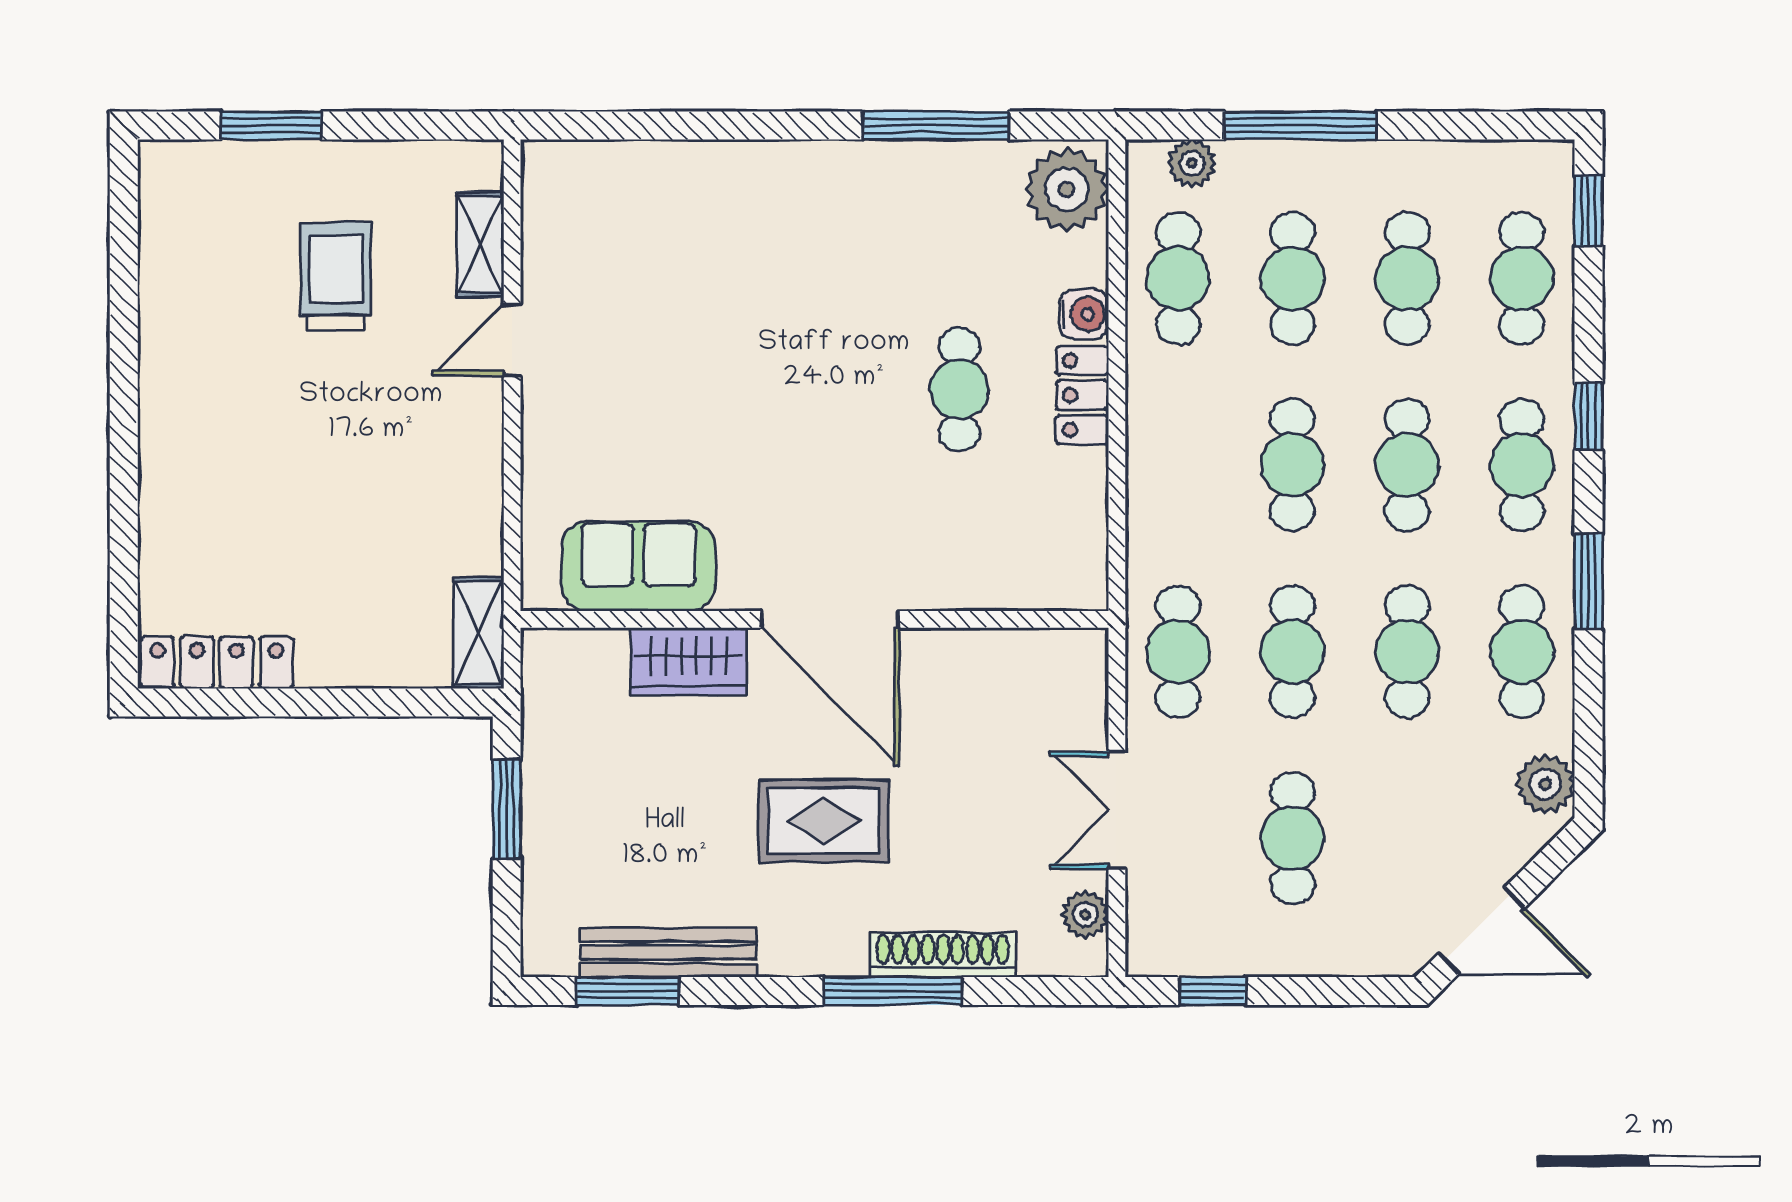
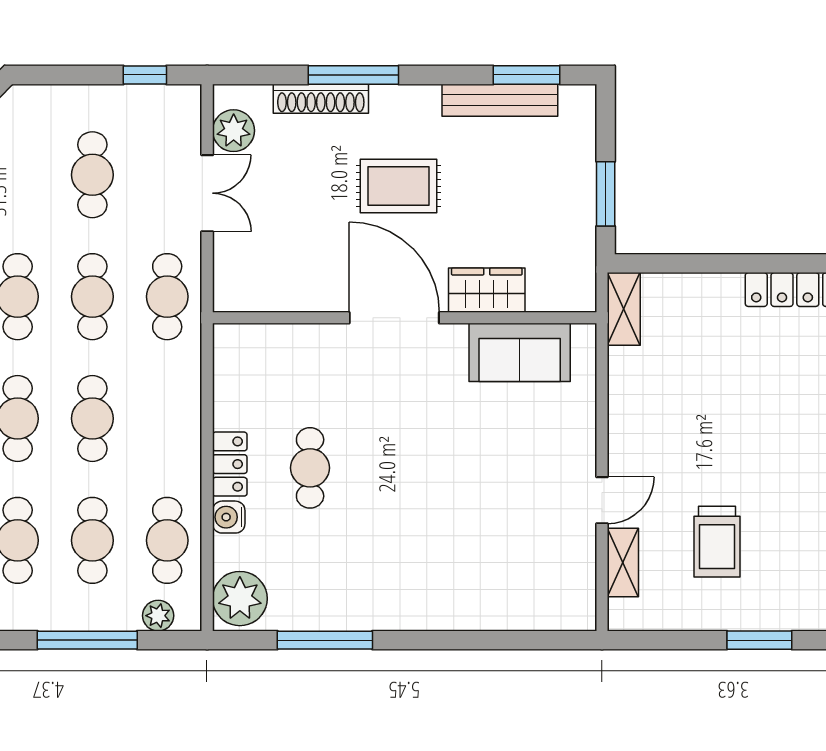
plant: (1085, 915) -> (234, 131), width x1.38, depth x1.38

